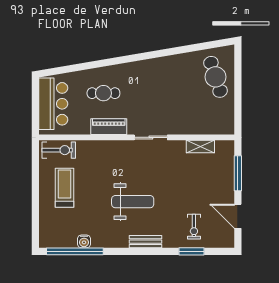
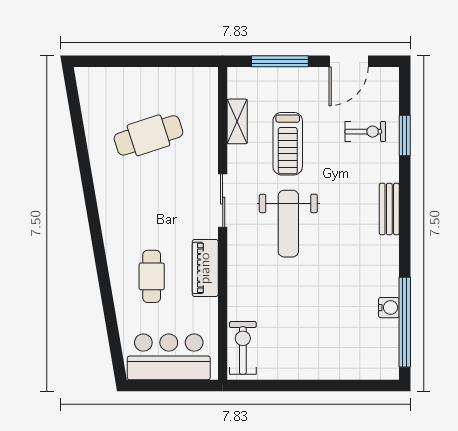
cafe table: (215, 77) -> (148, 135), moved
treadmill: (64, 188) -> (288, 144), moved, turned -90
weight bench: (133, 202) -> (288, 224), moved, turned 180

